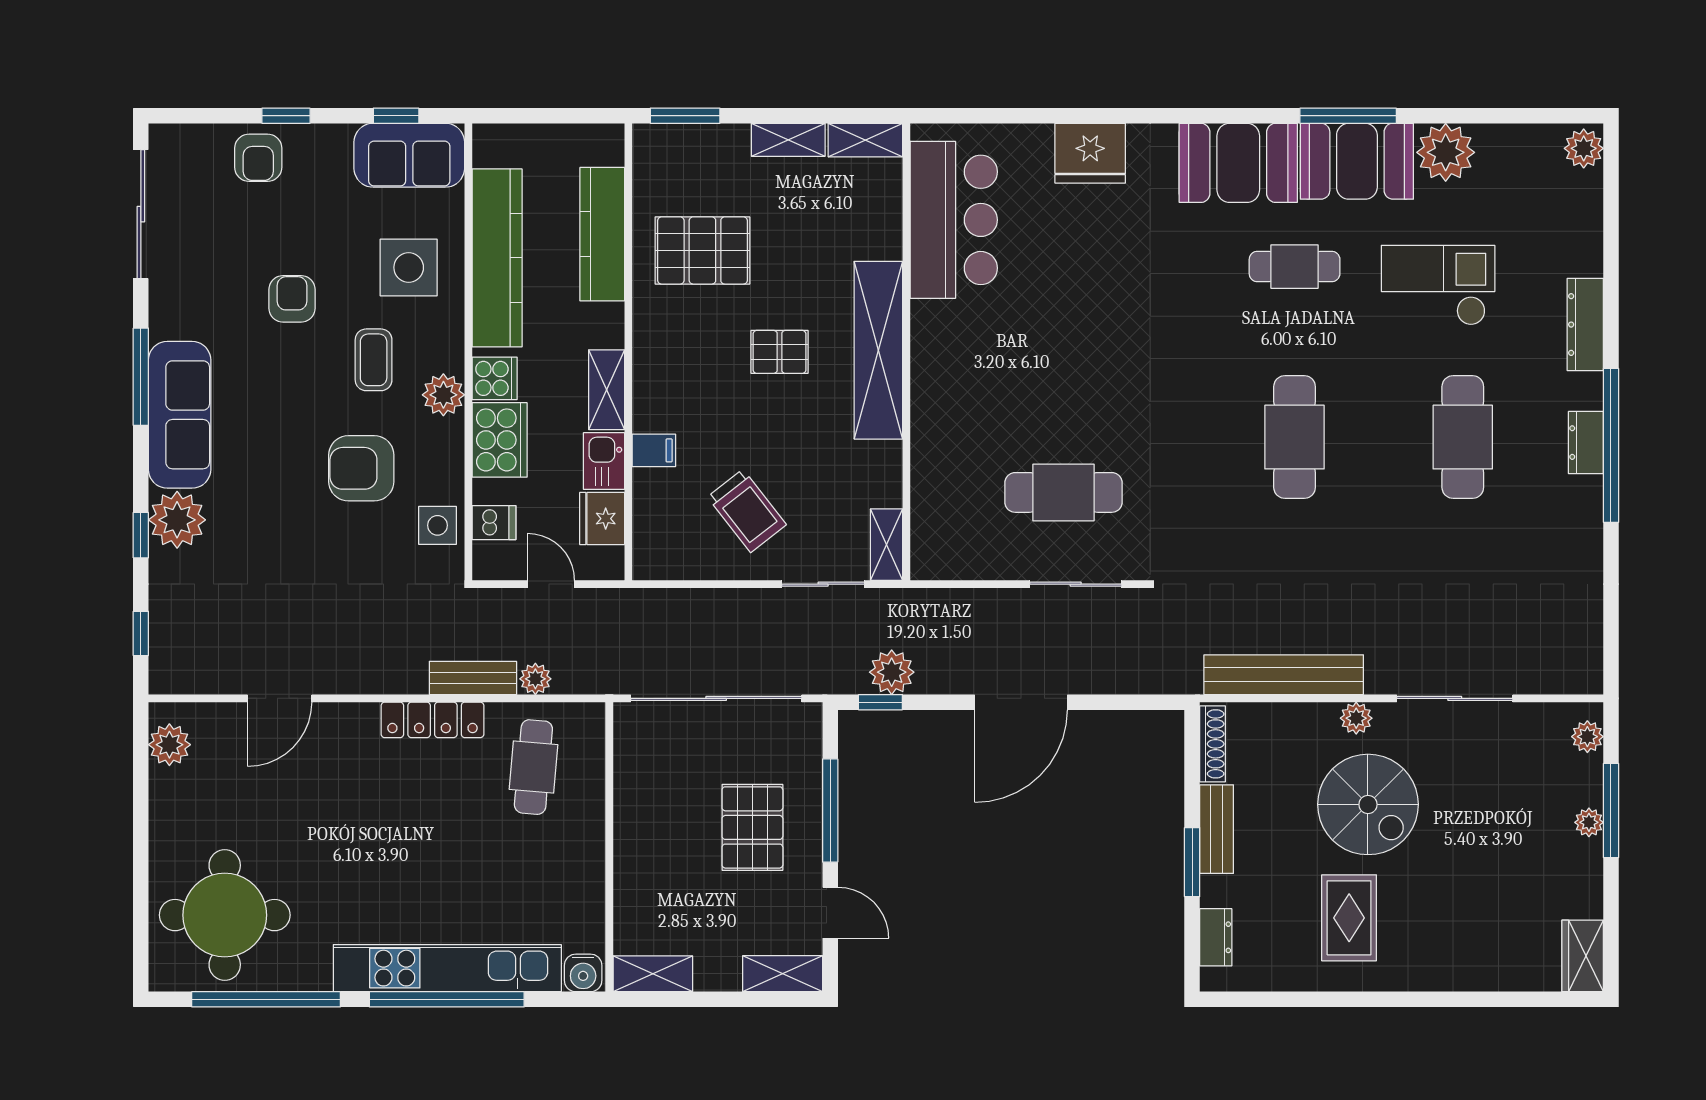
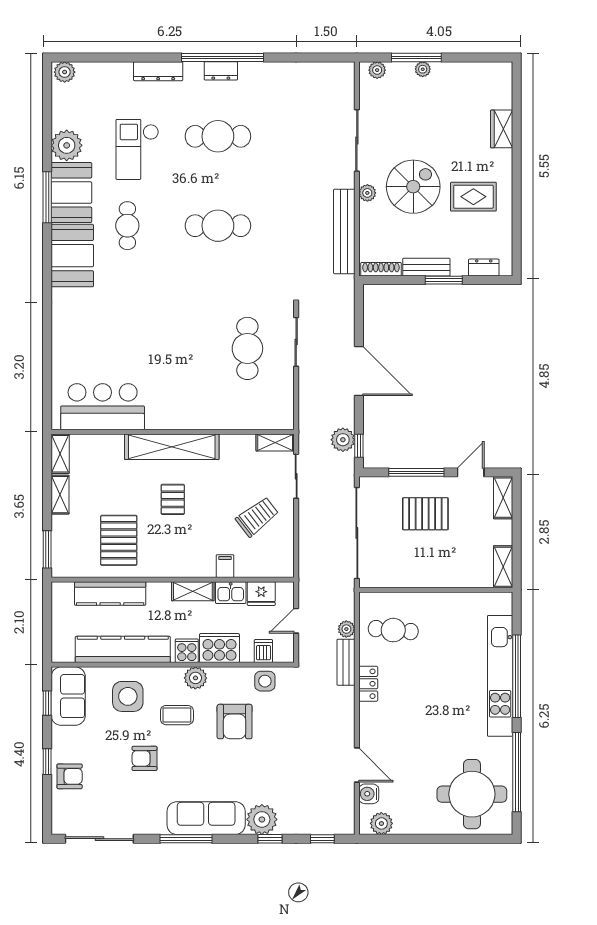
fridge: (1090, 153) -> (67, 334), removed
locker: (432, 720) -> (368, 684), width x0.66
wardrobe: (1583, 956) -> (502, 129), moved, turned 90
water cooler: (583, 973) -> (369, 794), moved, turned 180

